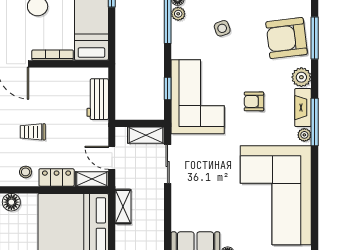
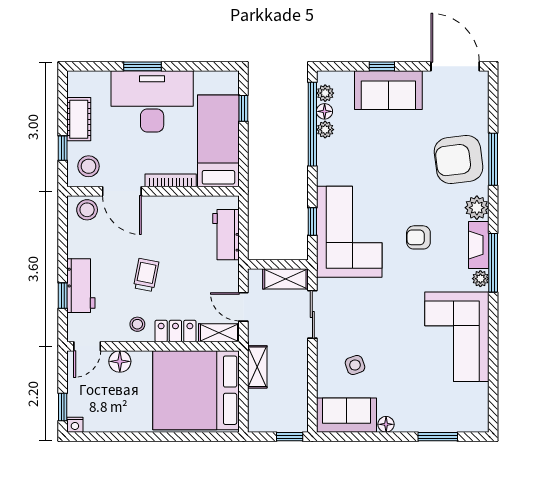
side table: (222, 28) -> (355, 365), moved
trolley: (33, 132) -> (146, 275), turned 101
corner sofa: (276, 195) -> (457, 337), width x0.73, depth x0.74

